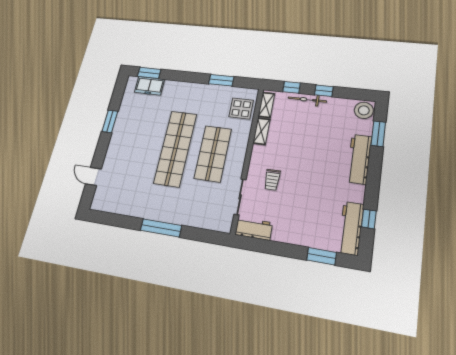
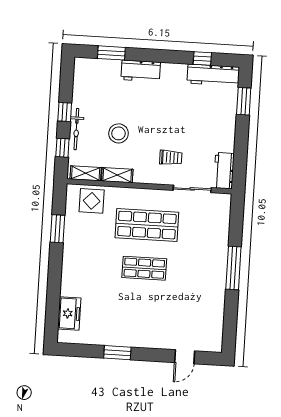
window: (149, 73) -> (52, 317), removed
stool: (364, 110) -> (119, 133), moved
shop shelf: (175, 148) -> (144, 268), width x0.50, depth x0.74
workbench: (359, 159) -> (141, 71), width x0.73

